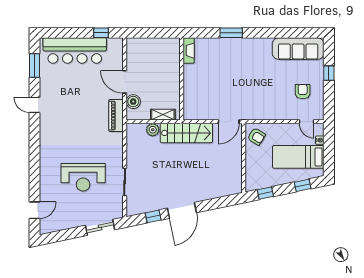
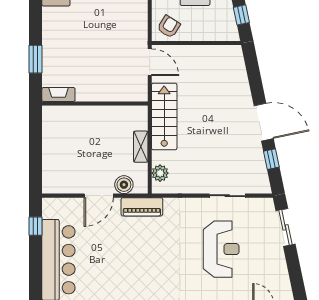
fireplace: (189, 51) -> (58, 94), moved
wall: (182, 79) -> (95, 103), moved
plant: (153, 130) -> (160, 173), moved

